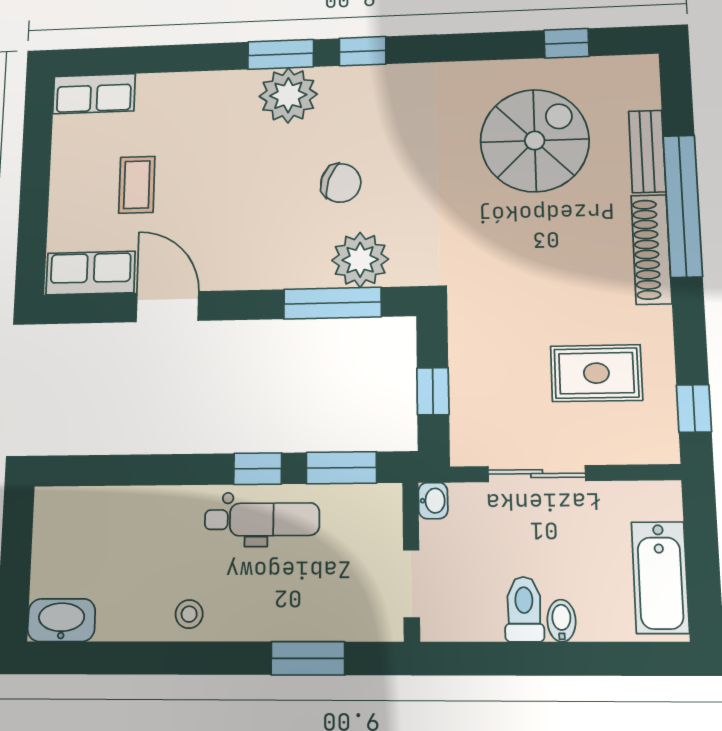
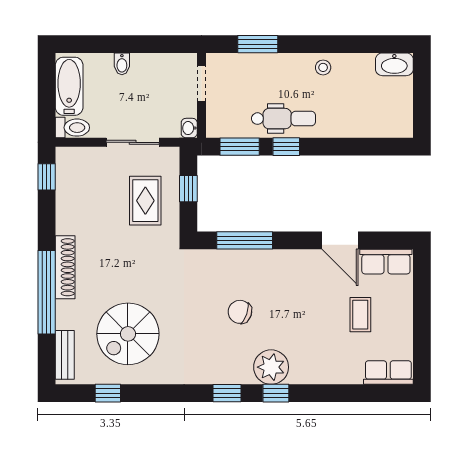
window: (281, 54) -> (276, 393), width x0.67
bench: (647, 151) -> (65, 355), moved
plant: (360, 260) -> (229, 265), removed
rug: (596, 373) -> (145, 201), moved, turned 90
dental chair: (262, 519) -> (284, 119), turned 180
toilet: (524, 609) -> (72, 128), moved, turned -90

